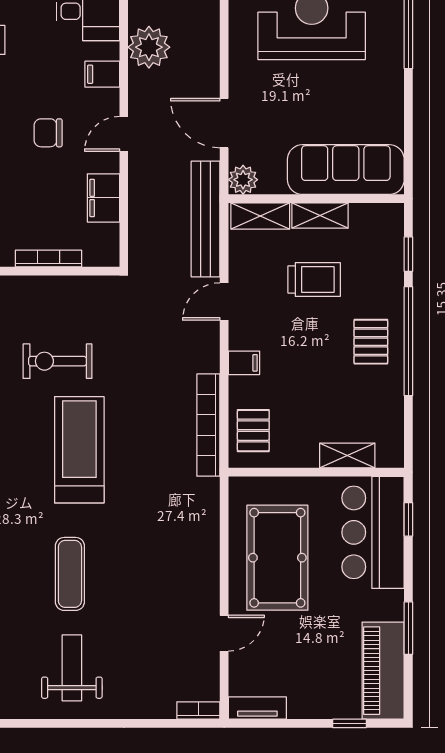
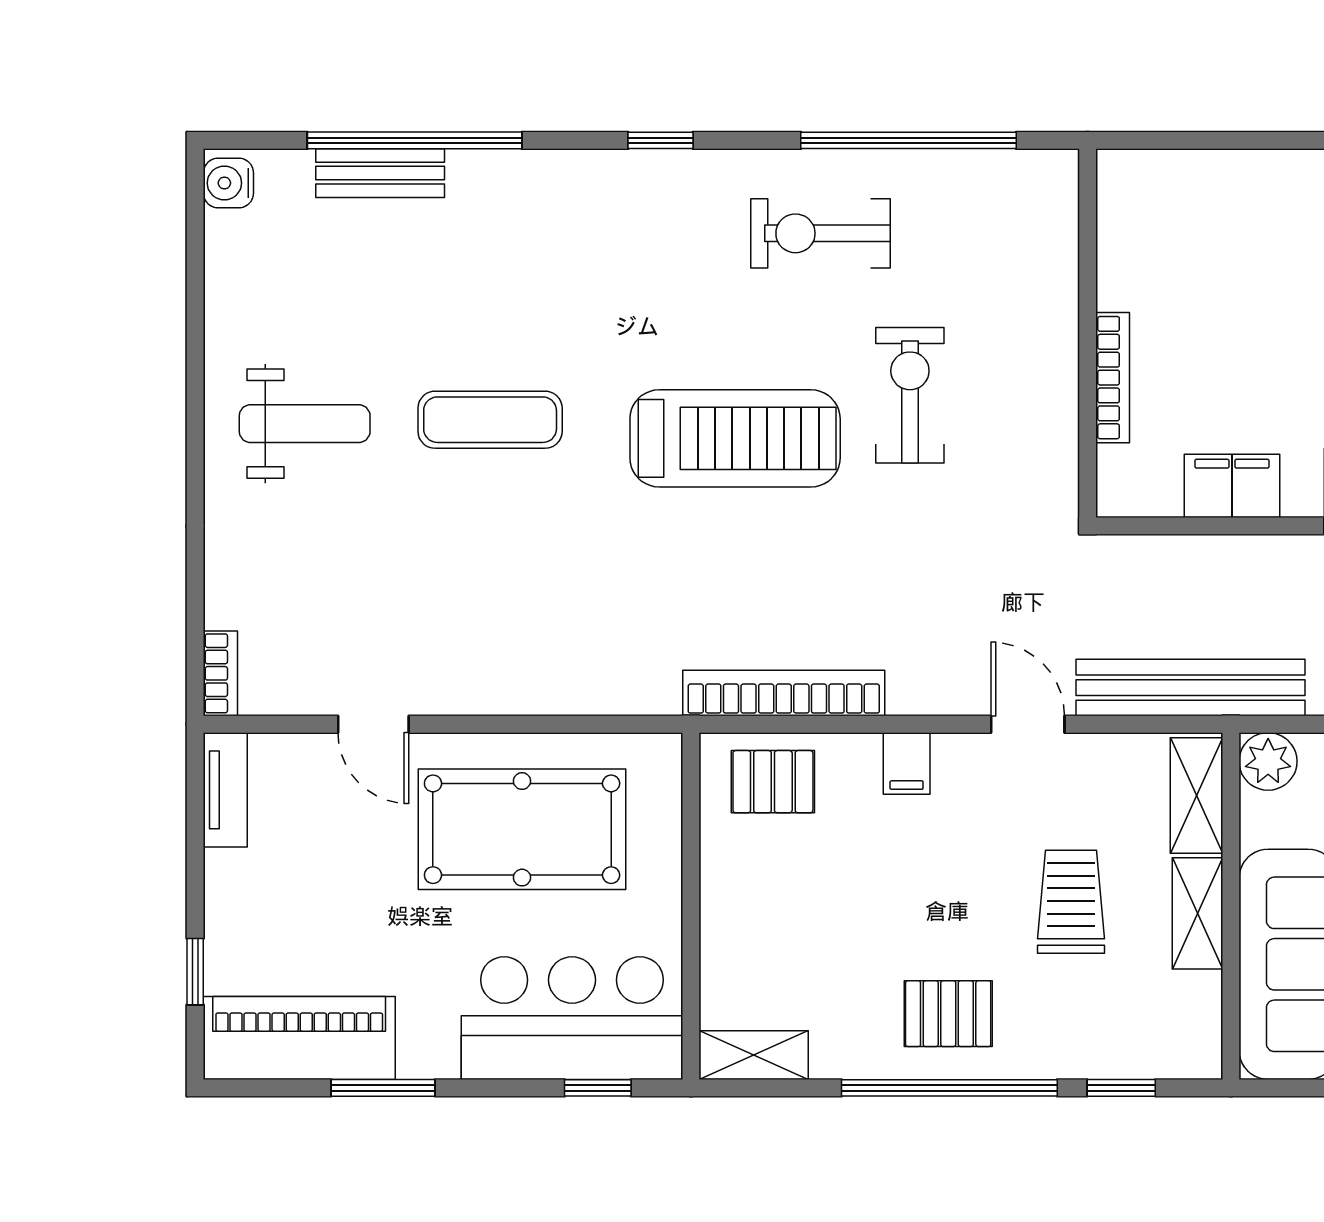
trolley: (314, 279) -> (1071, 902), turned 180
shelving: (347, 456) -> (754, 1055), moved, turned 90

